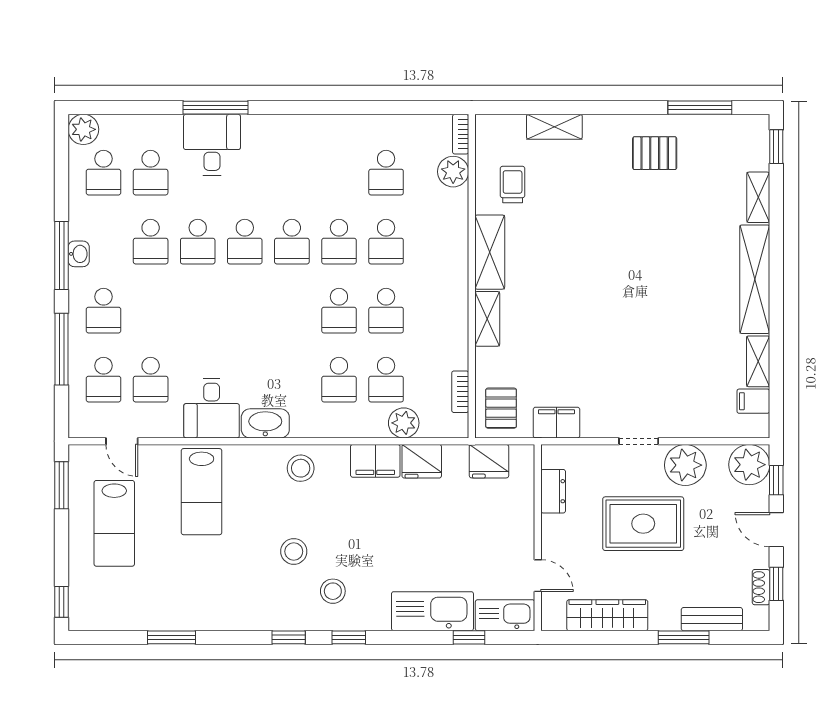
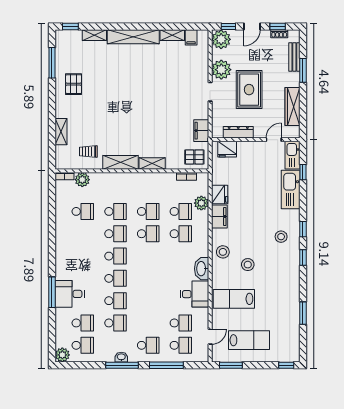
fridge: (489, 461) -> (227, 149), moved, turned 90
dresser: (553, 491) -> (238, 132), width x1.44
lab bench: (202, 492) -> (234, 299), turned 180
stool: (294, 551) -> (248, 265), moved

